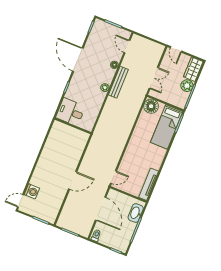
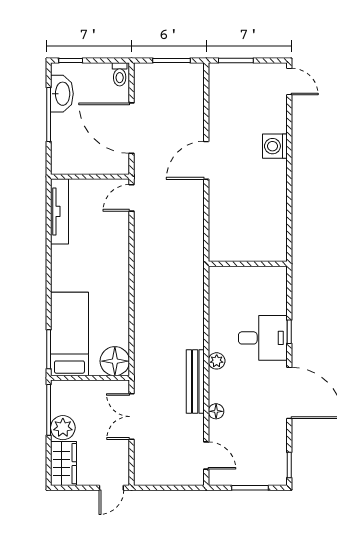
door: (176, 49) -> (111, 488), swing flipped
desk: (71, 112) -> (263, 338), moved
washing machine: (32, 191) -> (275, 146), moved
door: (20, 201) -> (289, 82), hinge flipped
washbasin: (136, 213) -> (62, 94), moved

